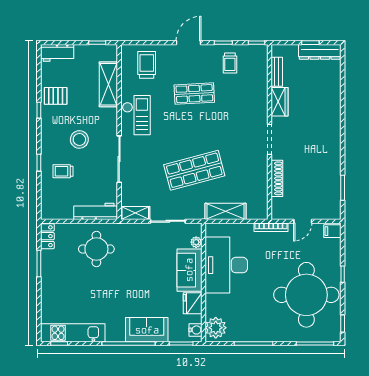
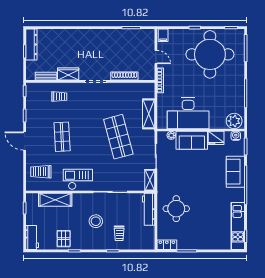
trolley: (230, 63) -> (59, 97), moved

